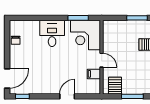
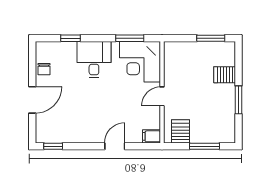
window: (35, 18) -> (71, 38), added
door: (102, 60) -> (162, 96), swing flipped
filing cabinet: (94, 74) -> (152, 136), moved
door: (7, 79) -> (32, 100), moved

